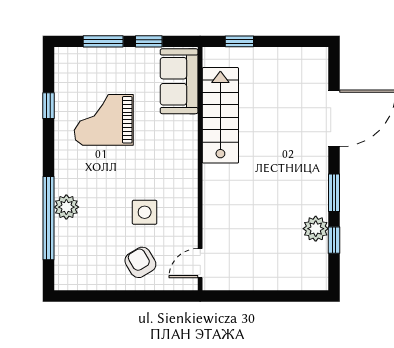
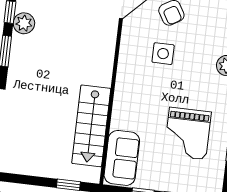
grand piano: (104, 120) -> (188, 134), turned 90

